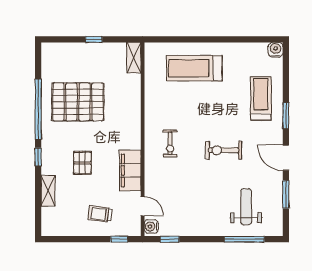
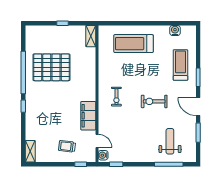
water cooler: (276, 50) -> (175, 30), moved
pallet: (82, 163) -> (55, 110), removed
shelving: (48, 191) -> (30, 151), moved

